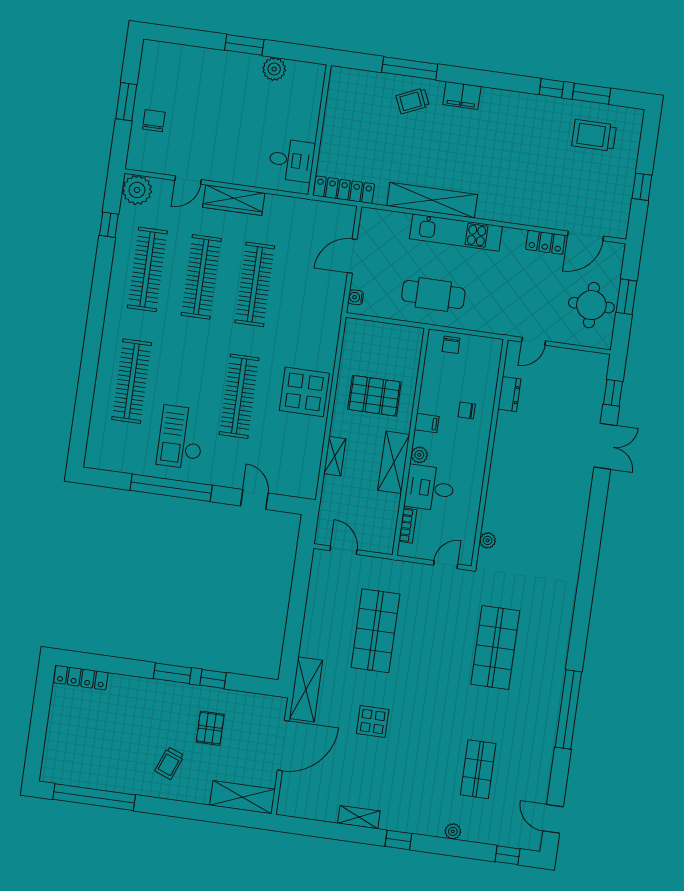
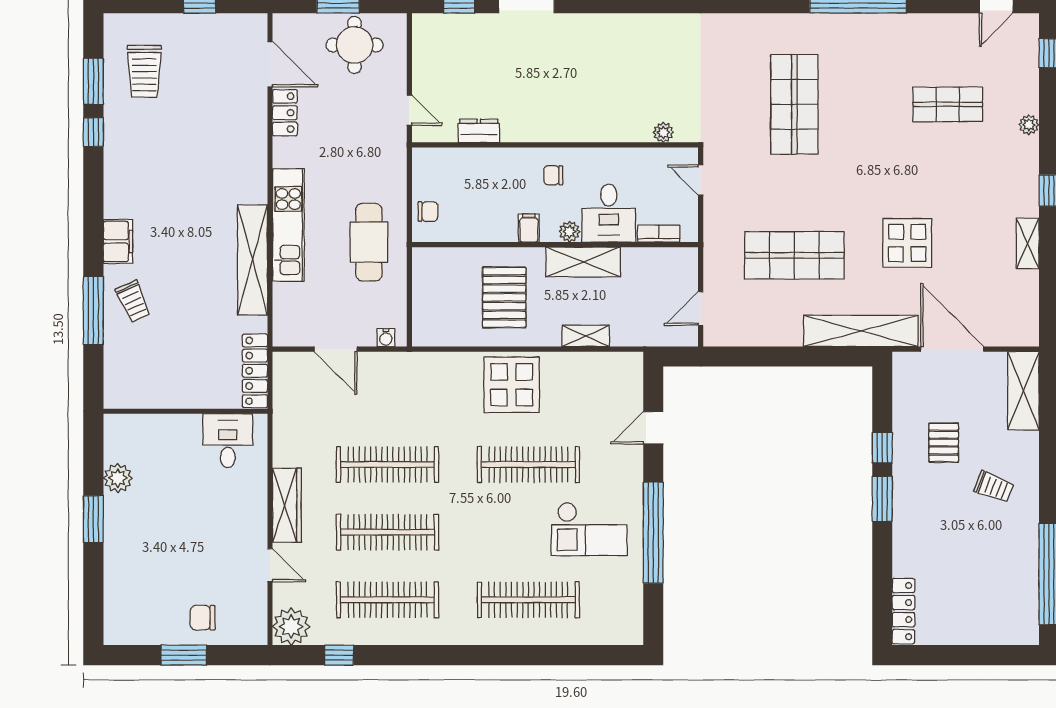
chair: (467, 410) -> (553, 175), moved, turned 90
shop shelf: (495, 647) -> (794, 104), turned 90
shelving: (306, 689) -> (861, 331), width x1.47
display table: (373, 722) -> (907, 243), width x1.36, depth x1.36
pallet: (210, 728) -> (944, 443), turned 90

